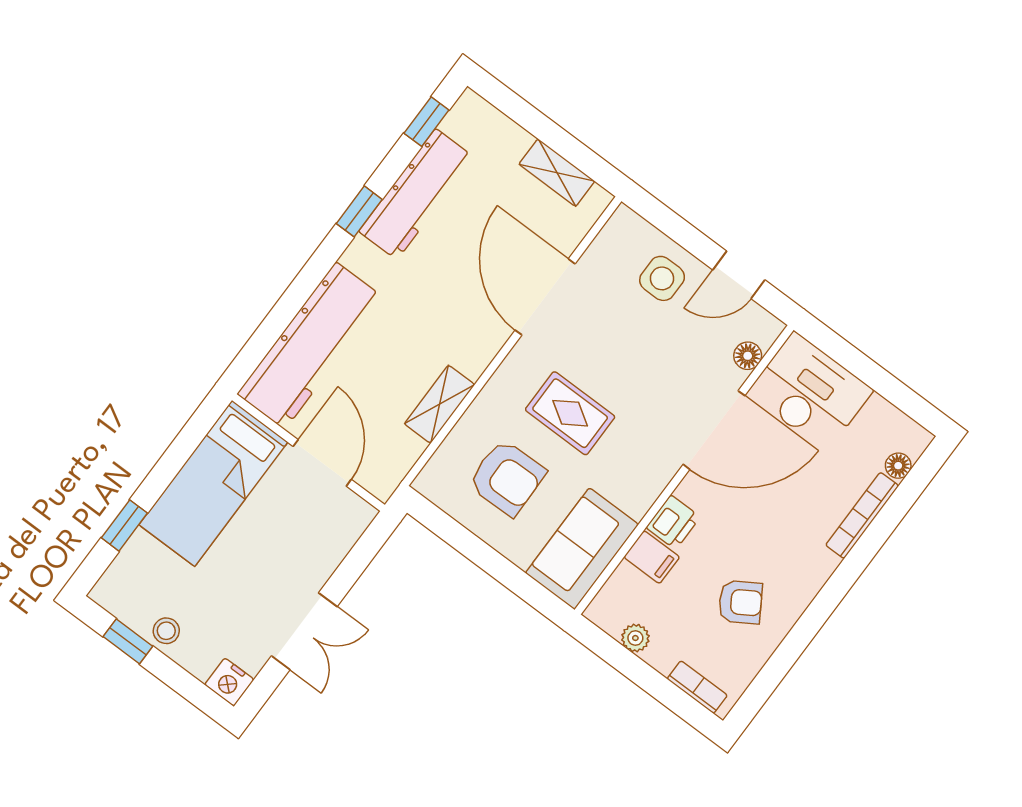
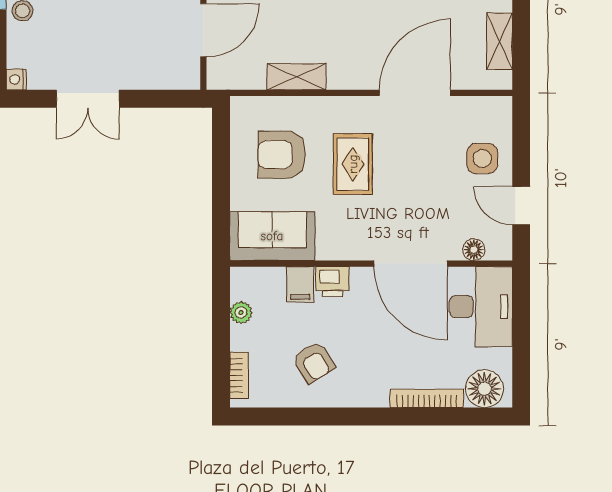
floor lamp: (898, 466) -> (484, 389), width x1.89, depth x1.89
armchair: (507, 478) -> (282, 155), turned 91
nightstand: (229, 682) -> (16, 79), width x0.72, depth x0.74

